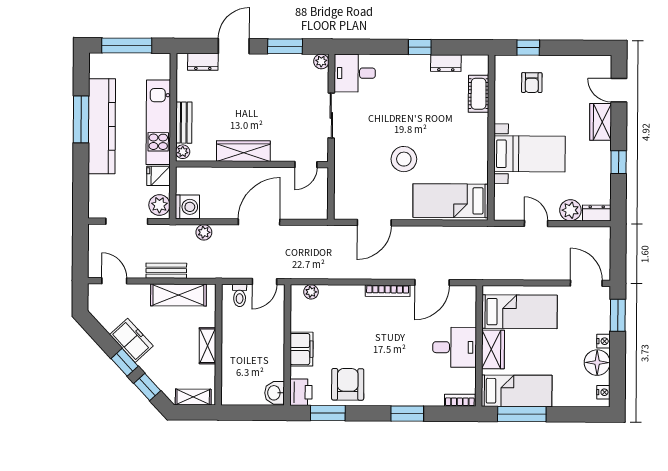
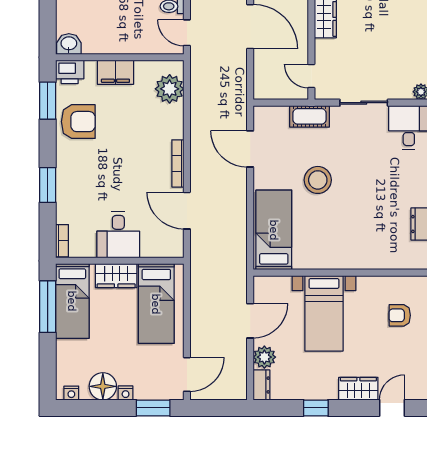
cot: (479, 94) -> (310, 116), moved
door: (536, 223) -> (250, 321), width x1.38
plant: (311, 292) -> (170, 89), width x1.88, depth x1.88

